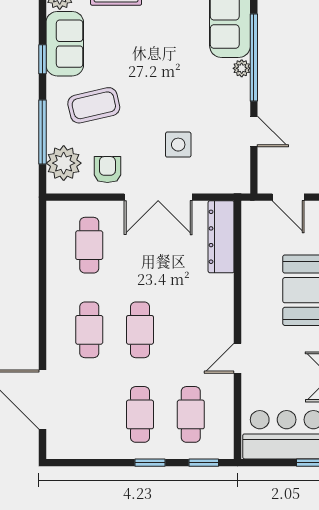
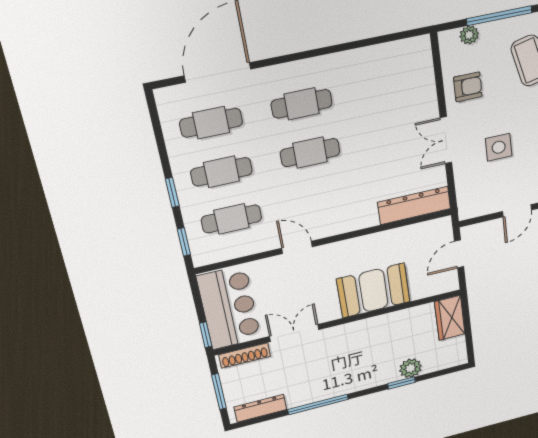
plant: (64, 163) -> (469, 35), width x0.53, depth x0.53
double door: (158, 197) -> (446, 140), width x0.73
cafe table: (89, 245) -> (211, 123), moved

